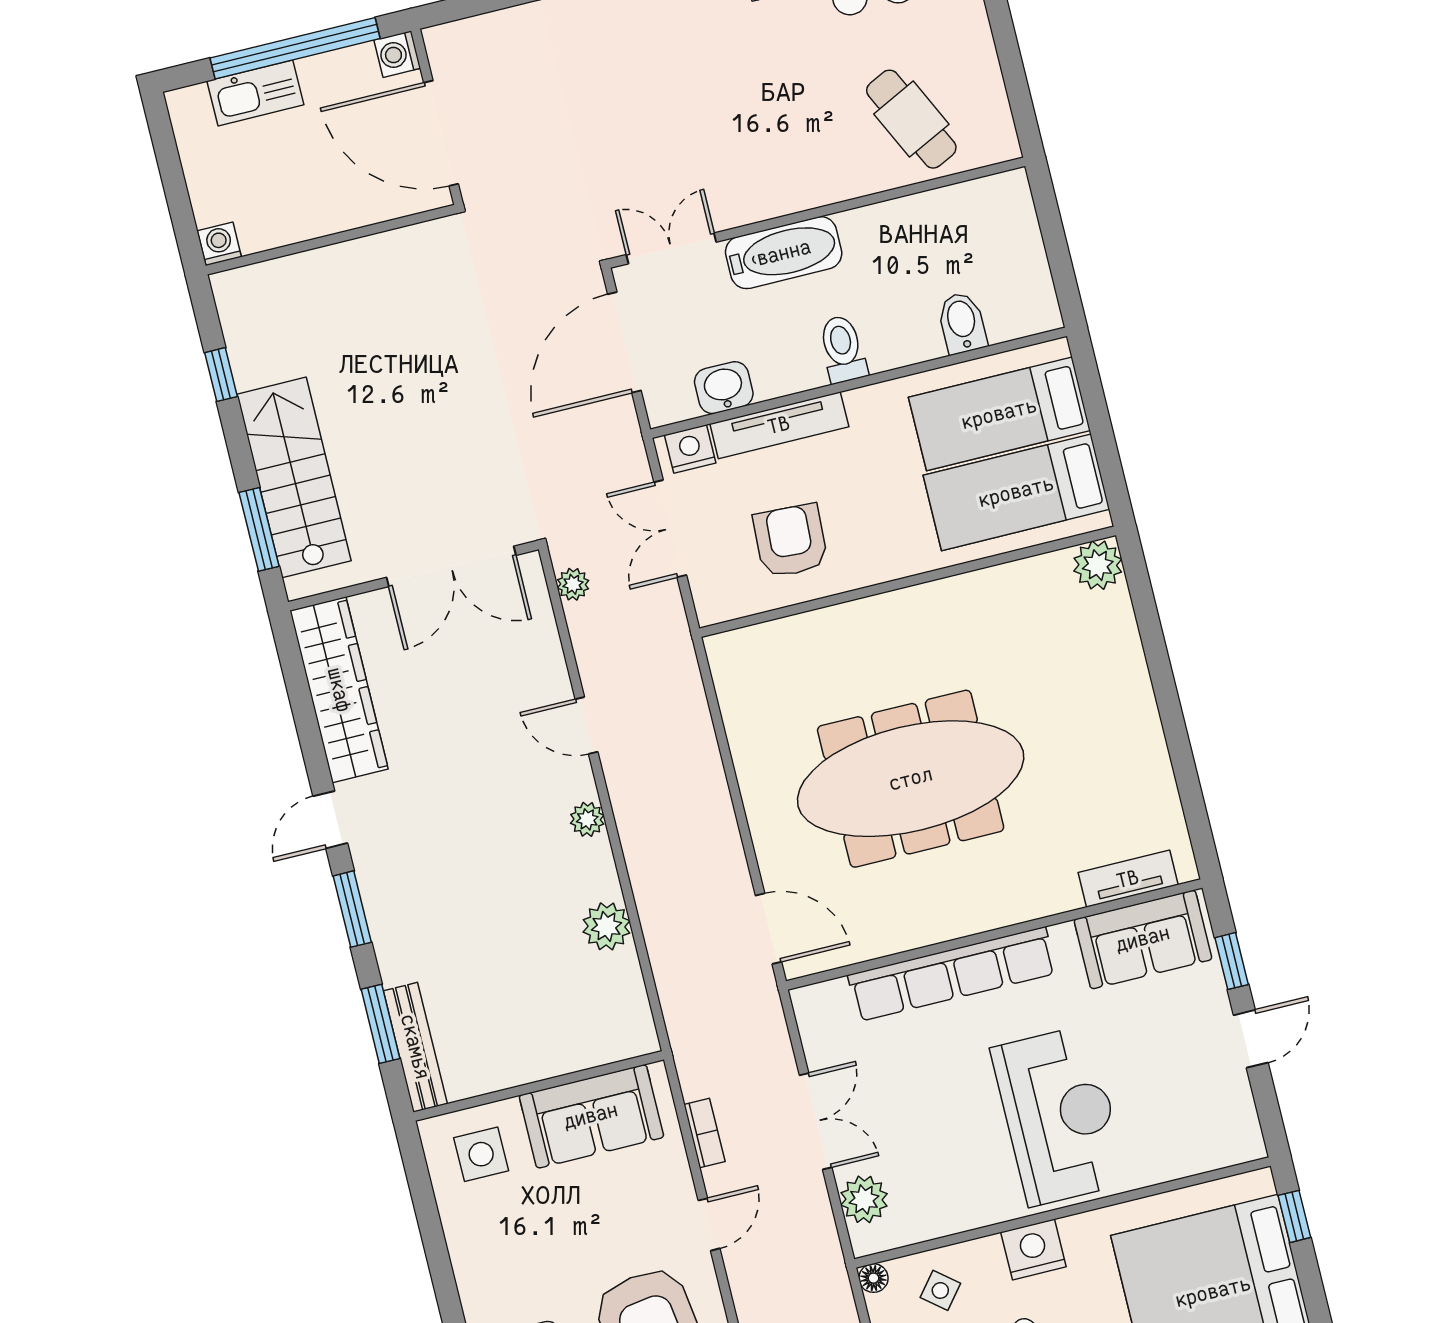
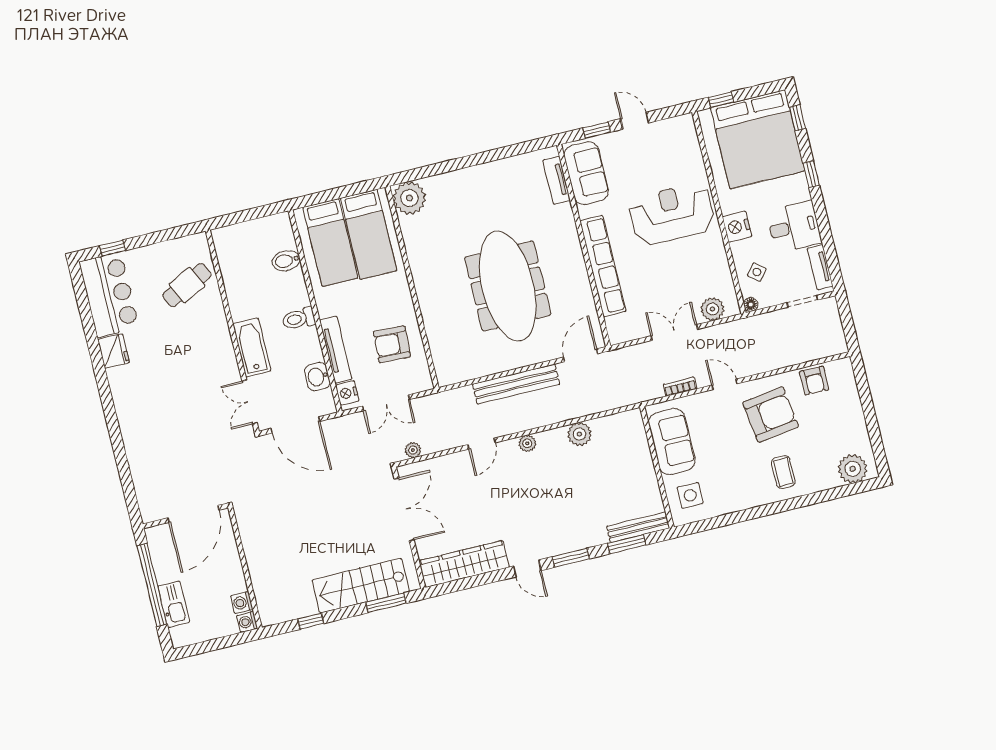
washing machine: (397, 54) -> (242, 603), moved, turned 90
plant: (1098, 565) -> (409, 198), width x1.36, depth x1.36
bench: (709, 796) -> (516, 384), added

